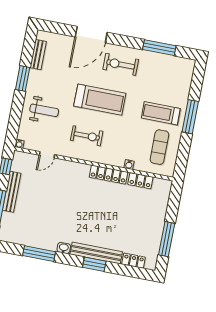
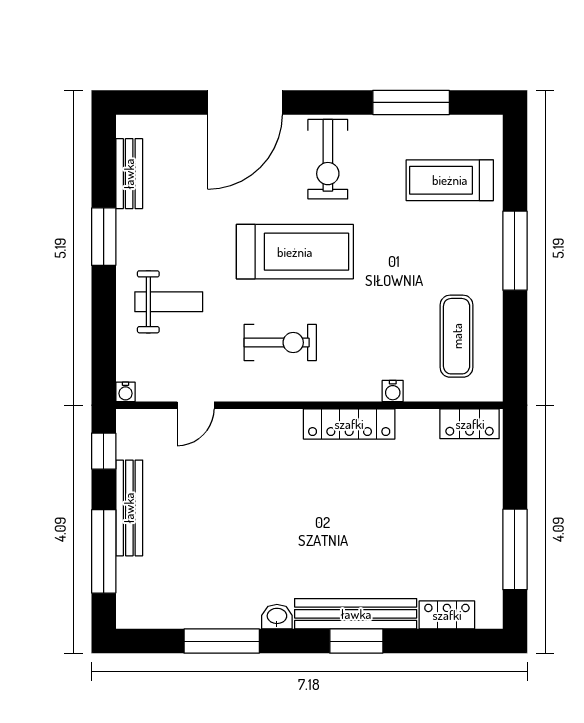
exercise bike: (121, 64) -> (328, 159), turned -90
treadmill: (161, 113) -> (450, 180), moved
locker: (140, 181) -> (470, 424), moved

